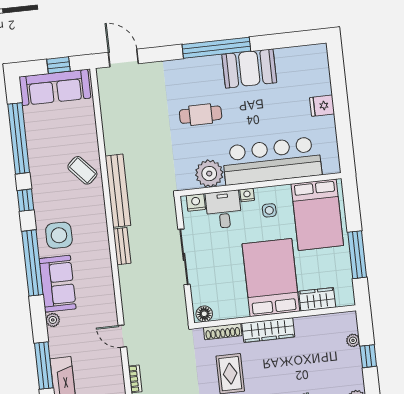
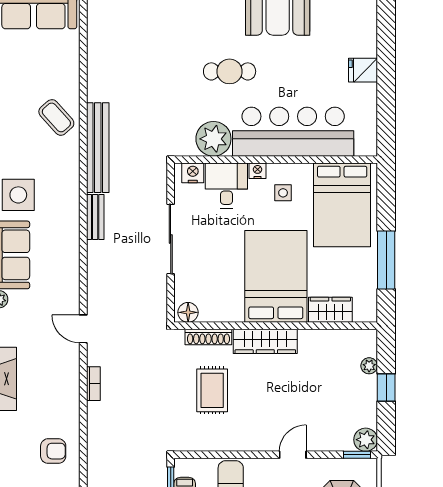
cafe table: (201, 115) -> (230, 71), moved

